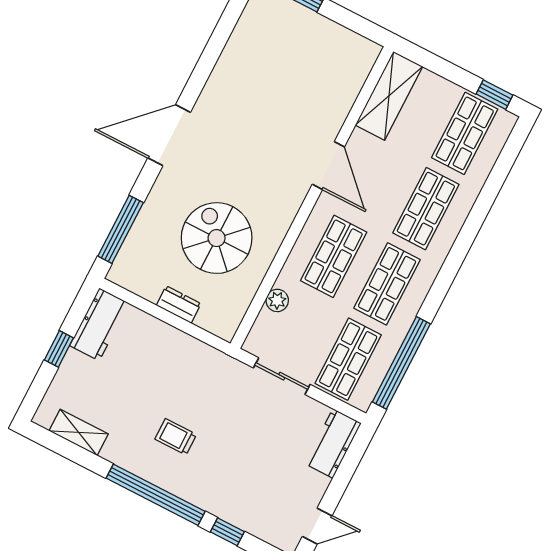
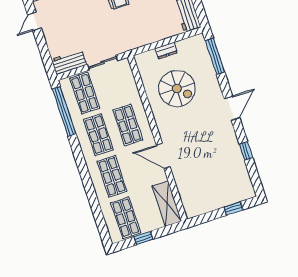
window: (209, 58) -> (246, 151), added
window: (495, 95) -> (144, 238), moved
door: (169, 135) -> (232, 108), width x0.73
plant: (277, 300) -> (132, 88), removed
workbench: (333, 443) -> (69, 62), moved, turned -90

